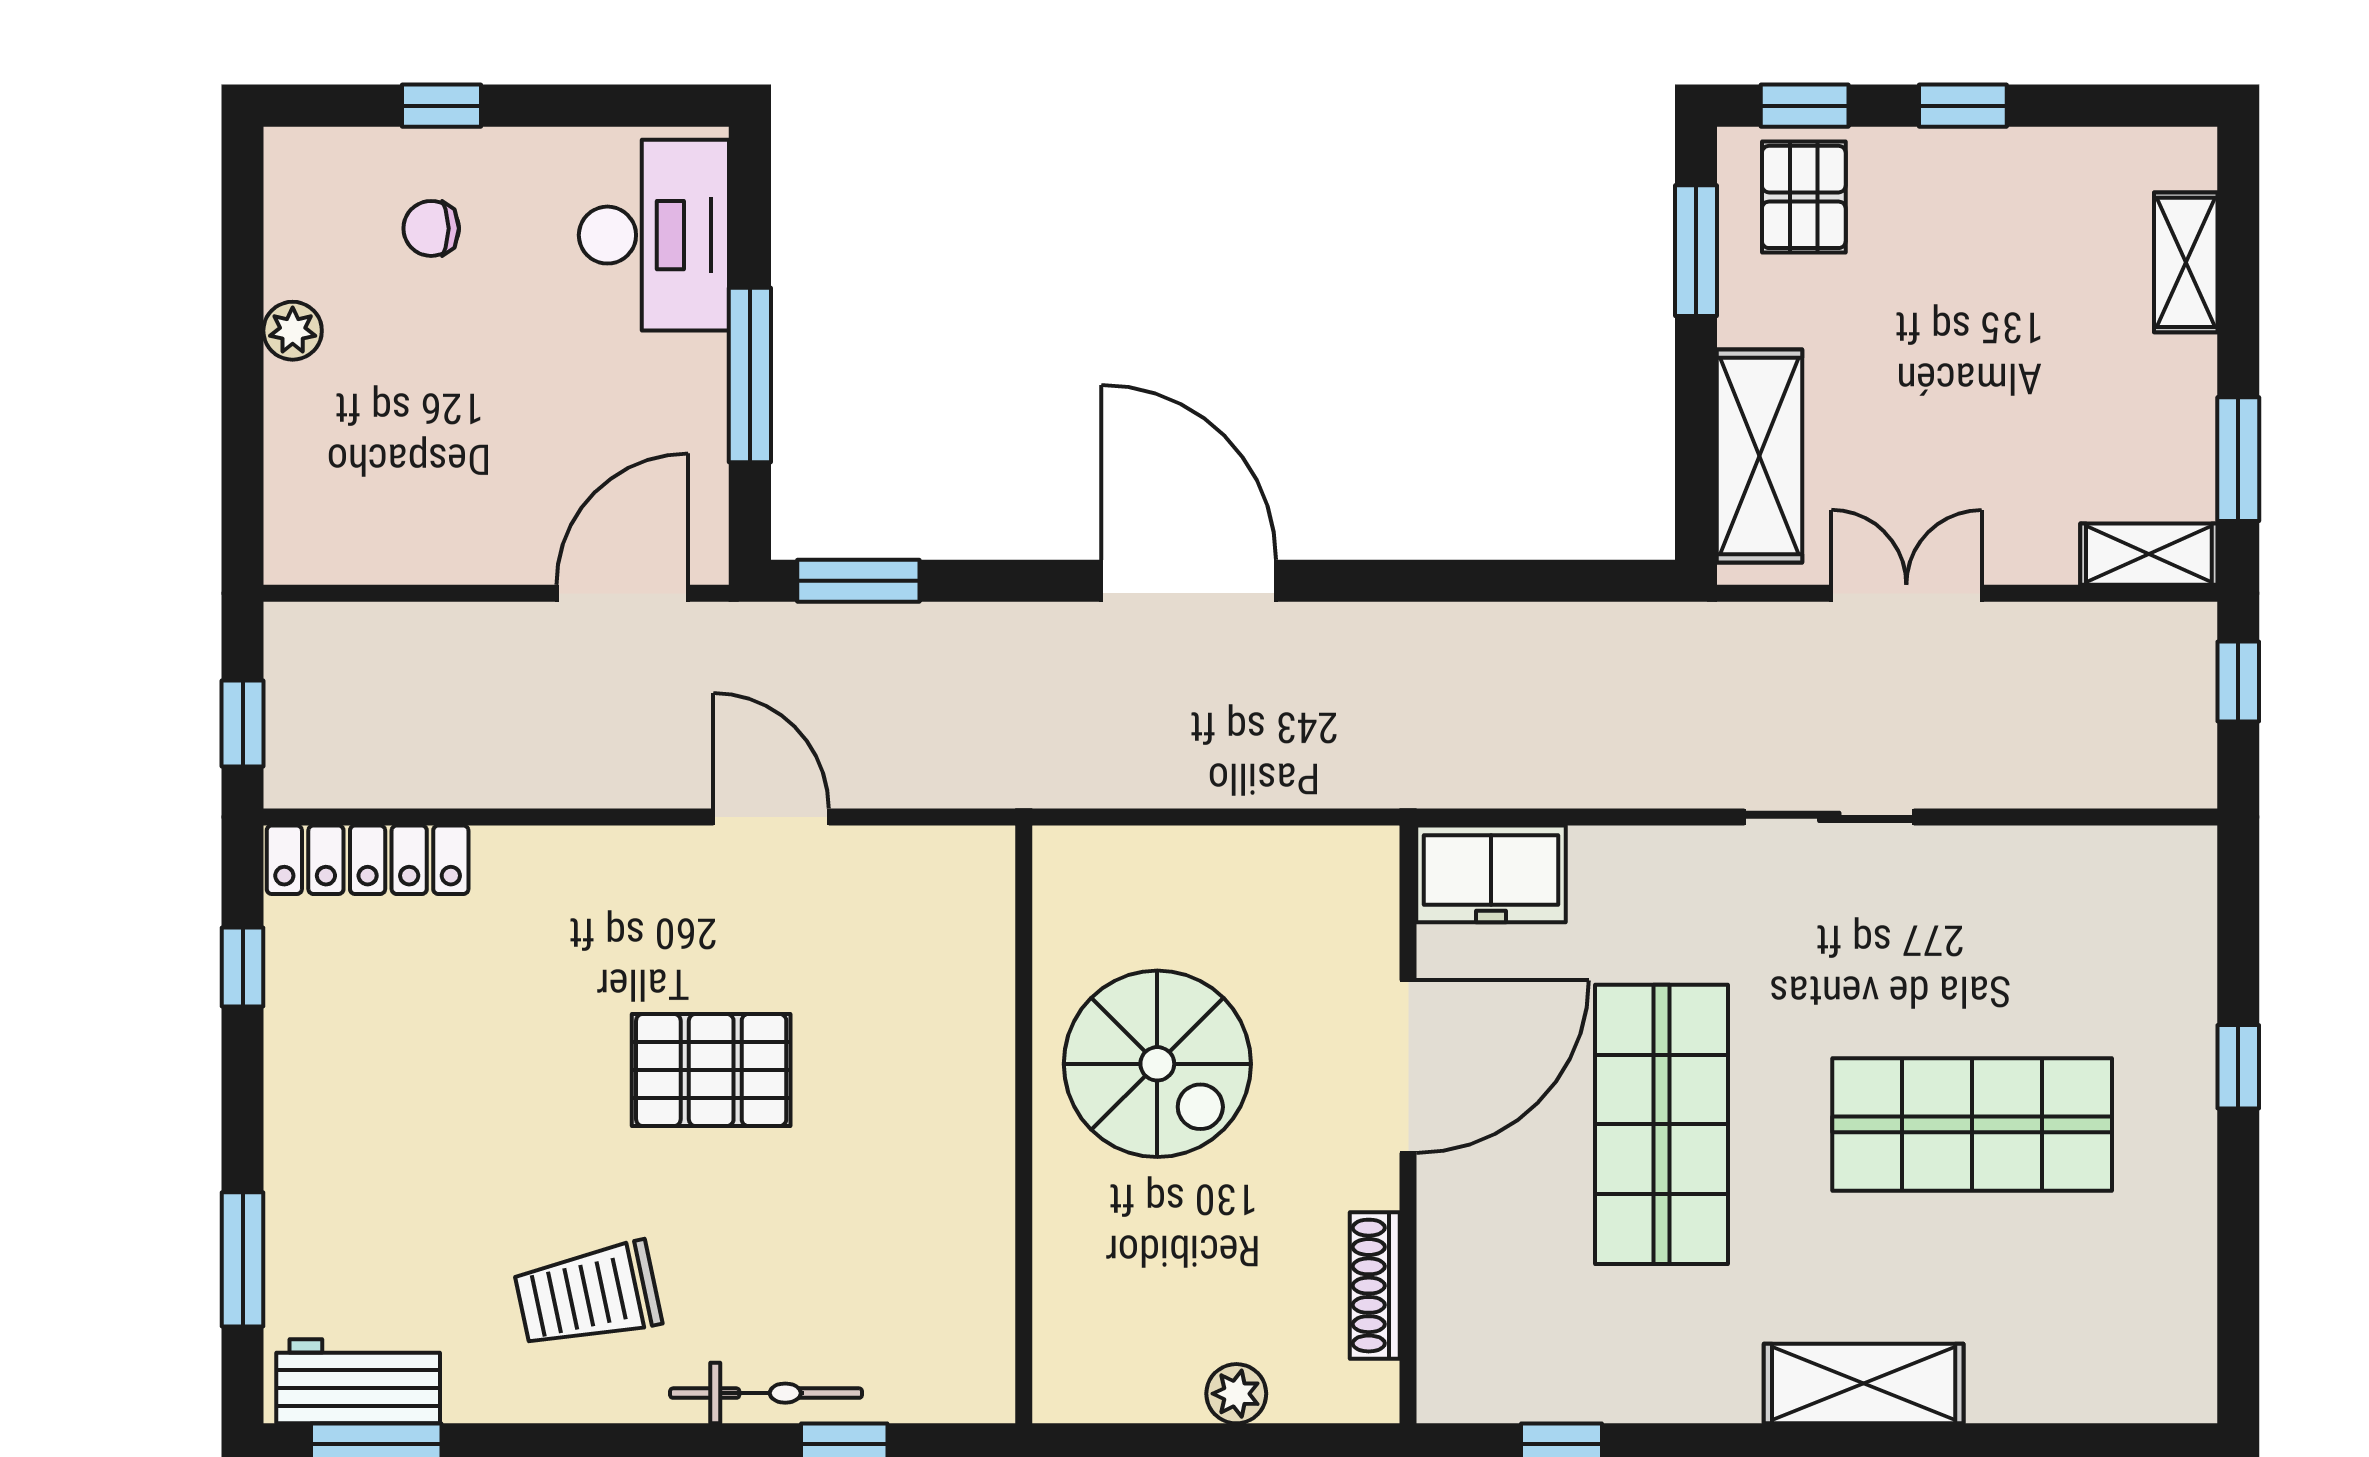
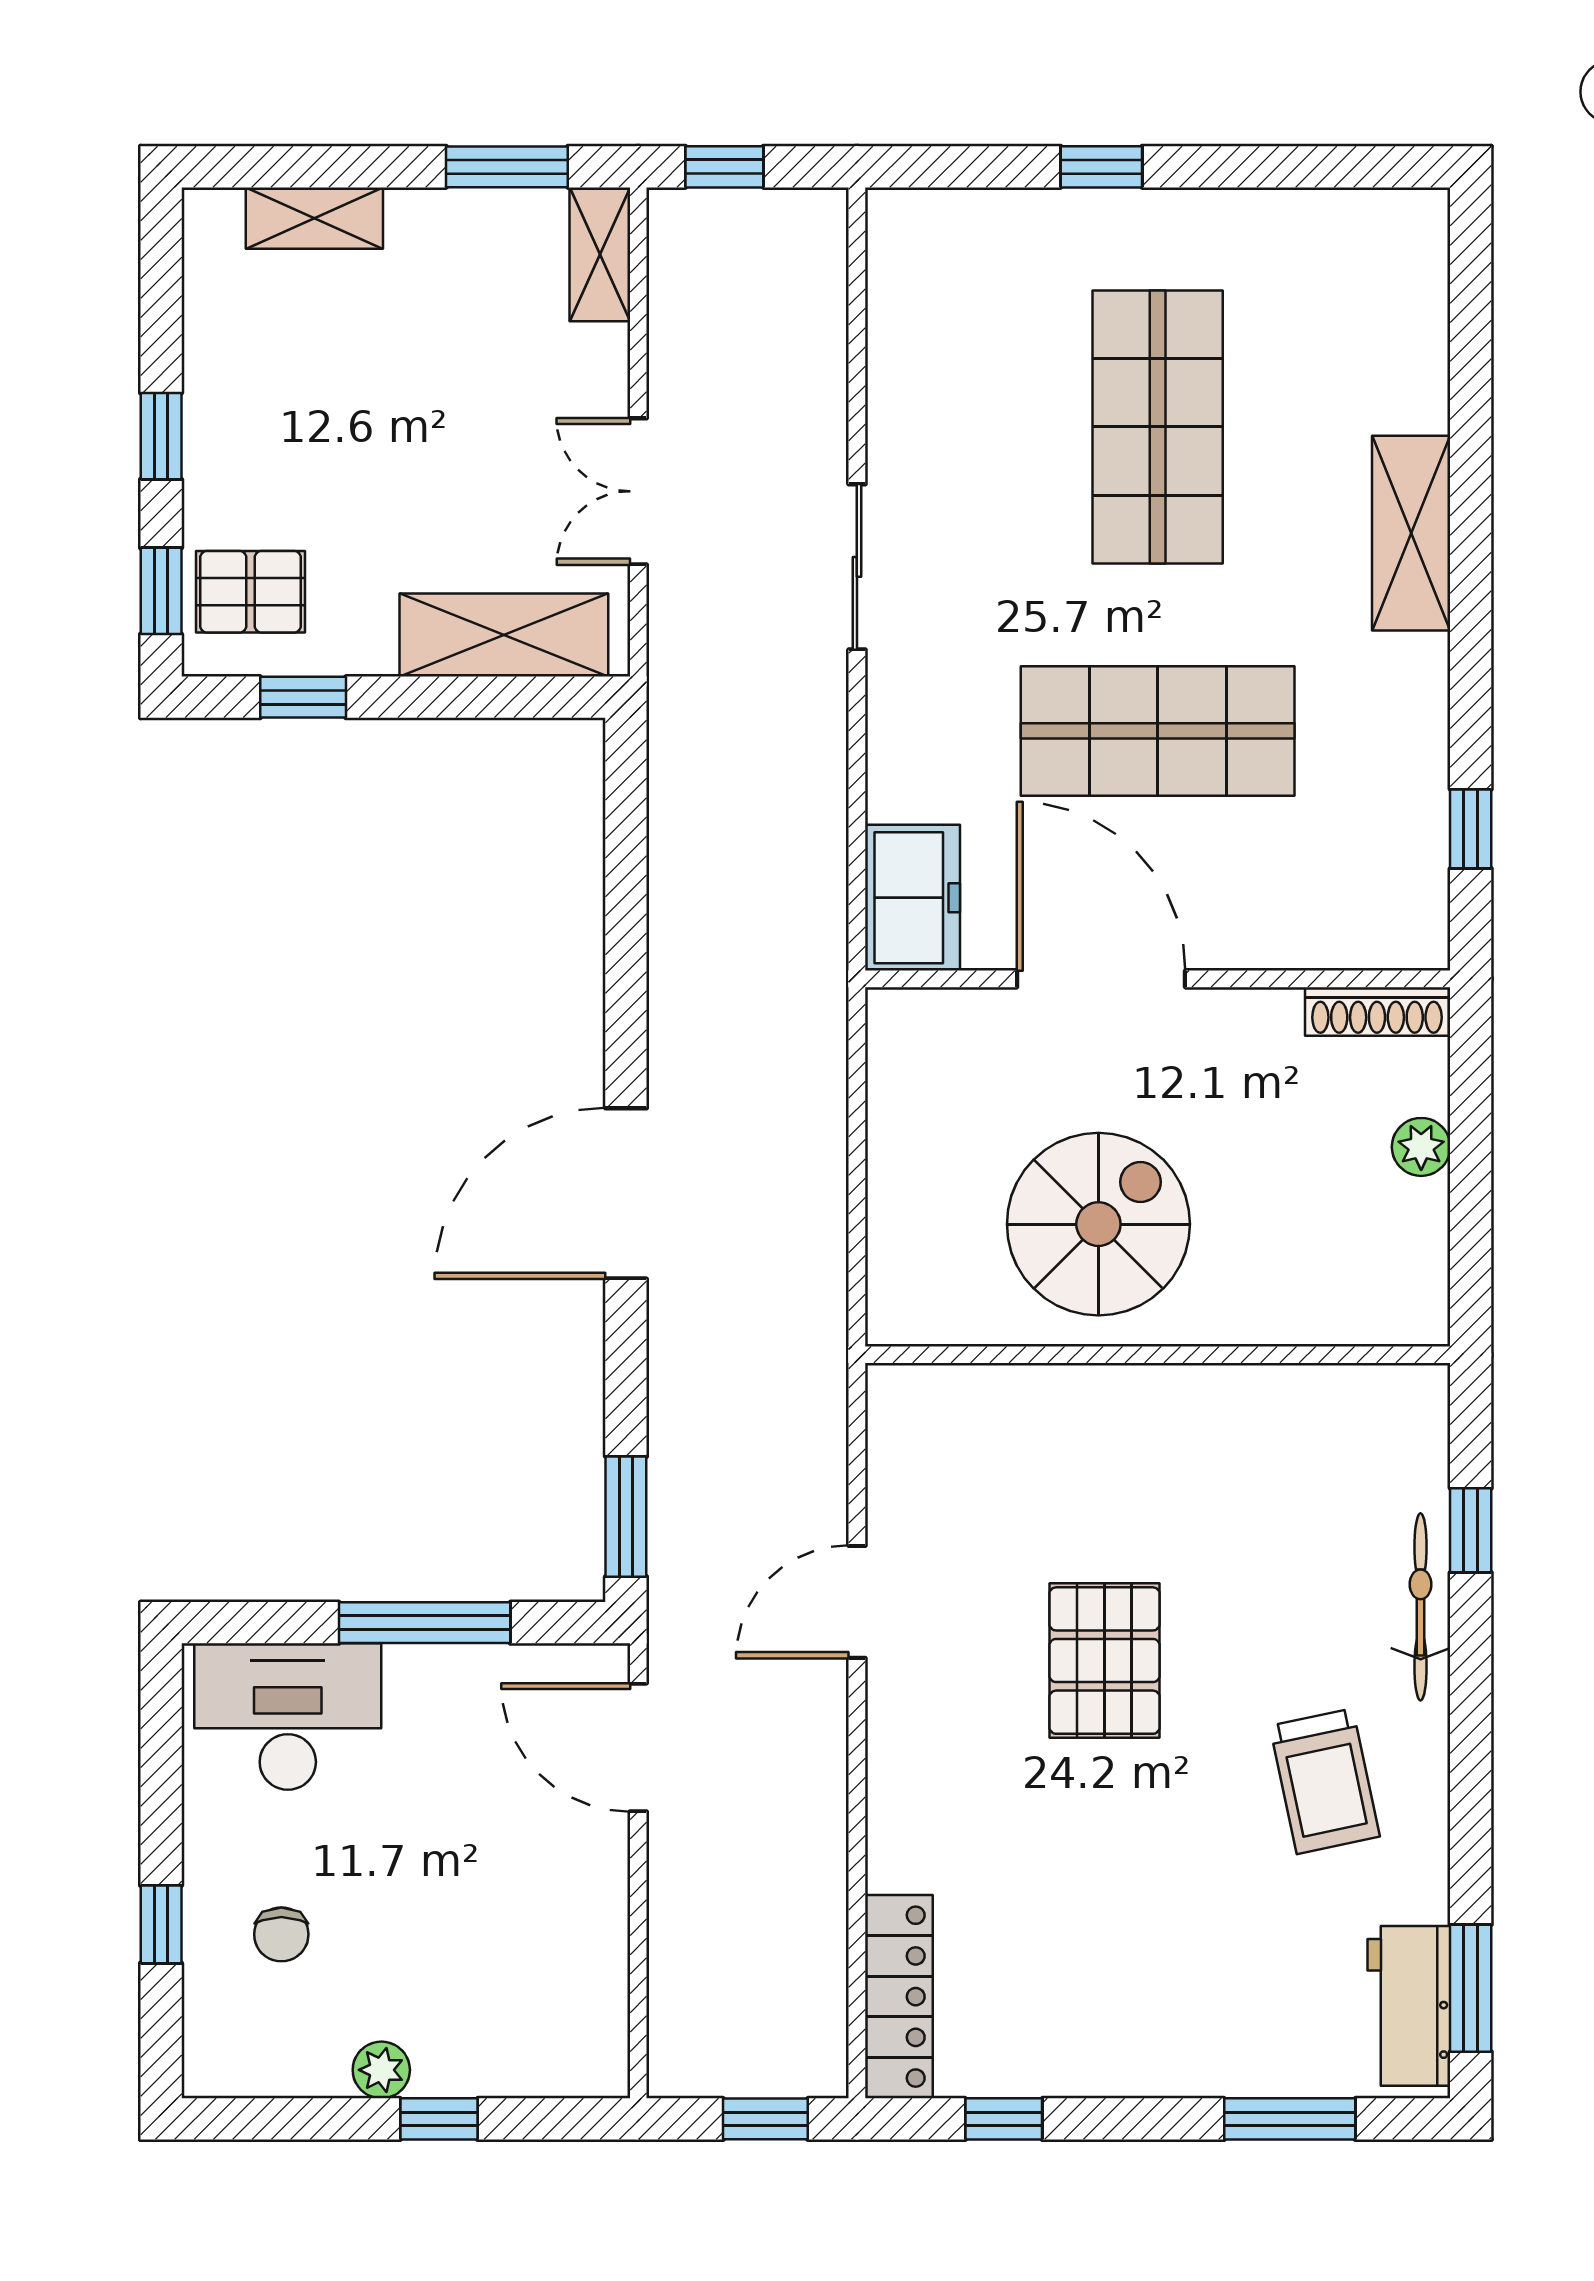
window: (1696, 251) -> (303, 697), width x0.67
window: (243, 390) -> (439, 2119), added
shoe rack: (1375, 1286) -> (1377, 1011), moved

